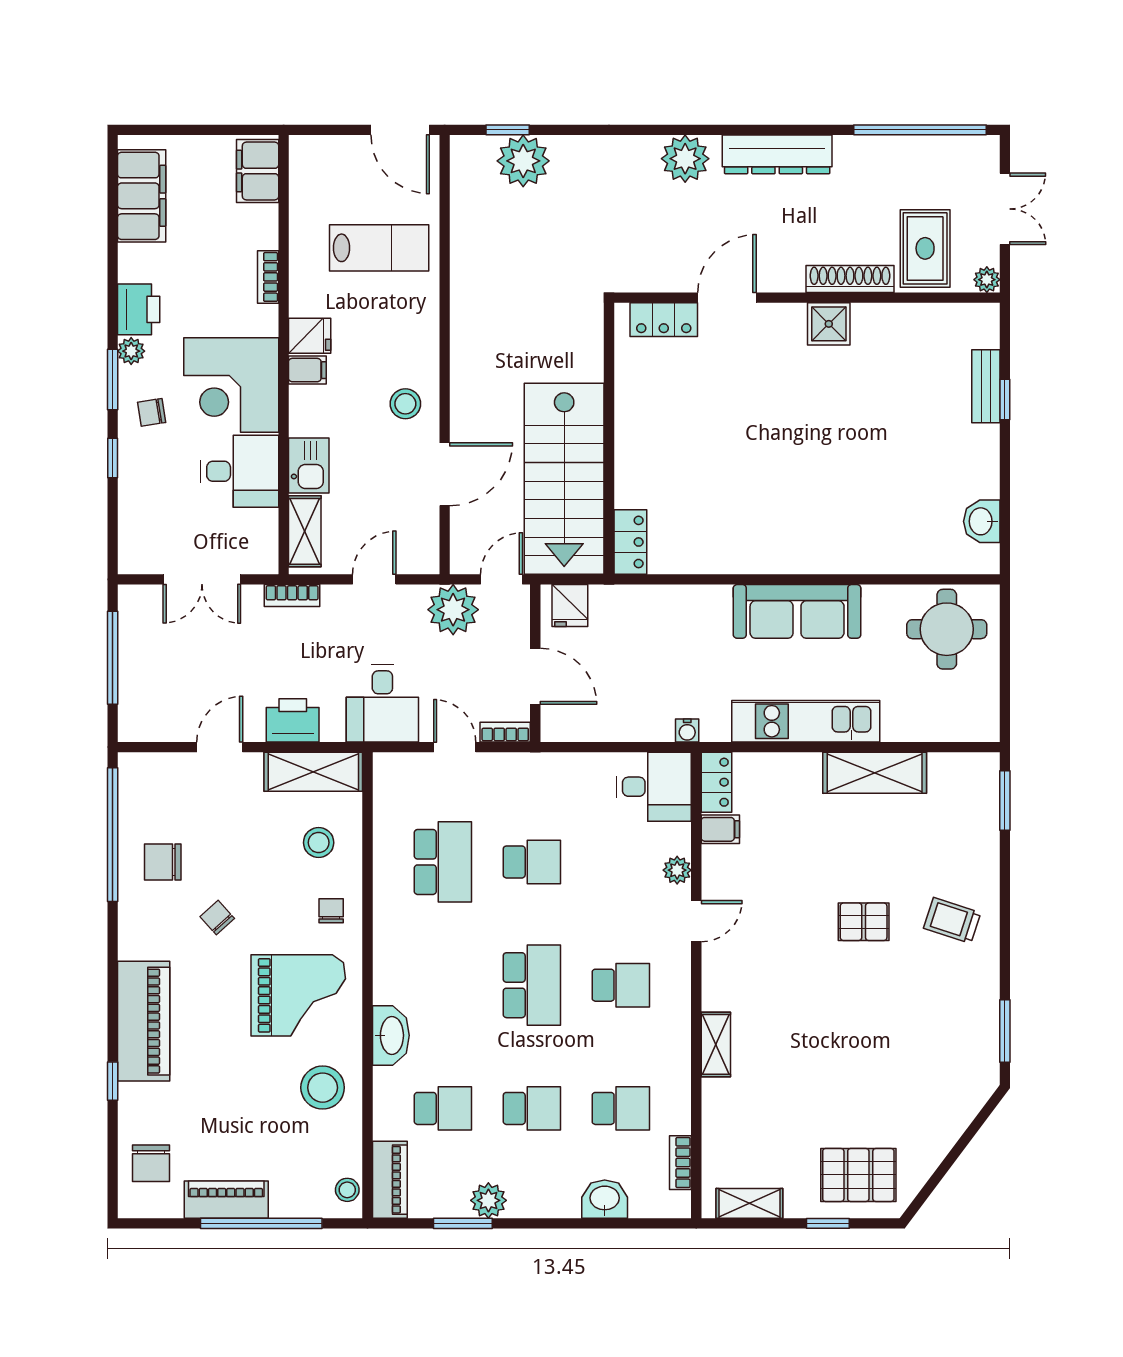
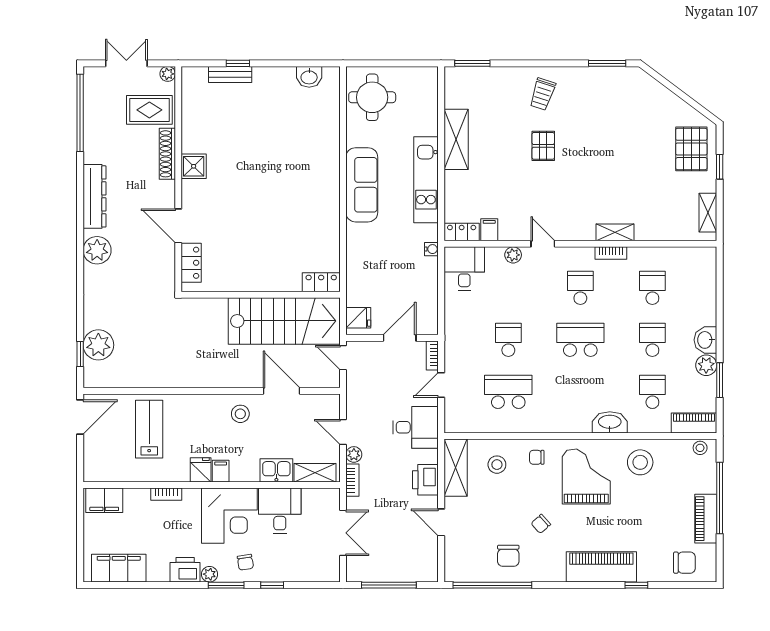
plant: (453, 610) -> (354, 454), moved, width x0.53, depth x0.53
bookcase: (680, 1163) -> (611, 253), moved
washbasin: (605, 1199) -> (705, 340), moved

